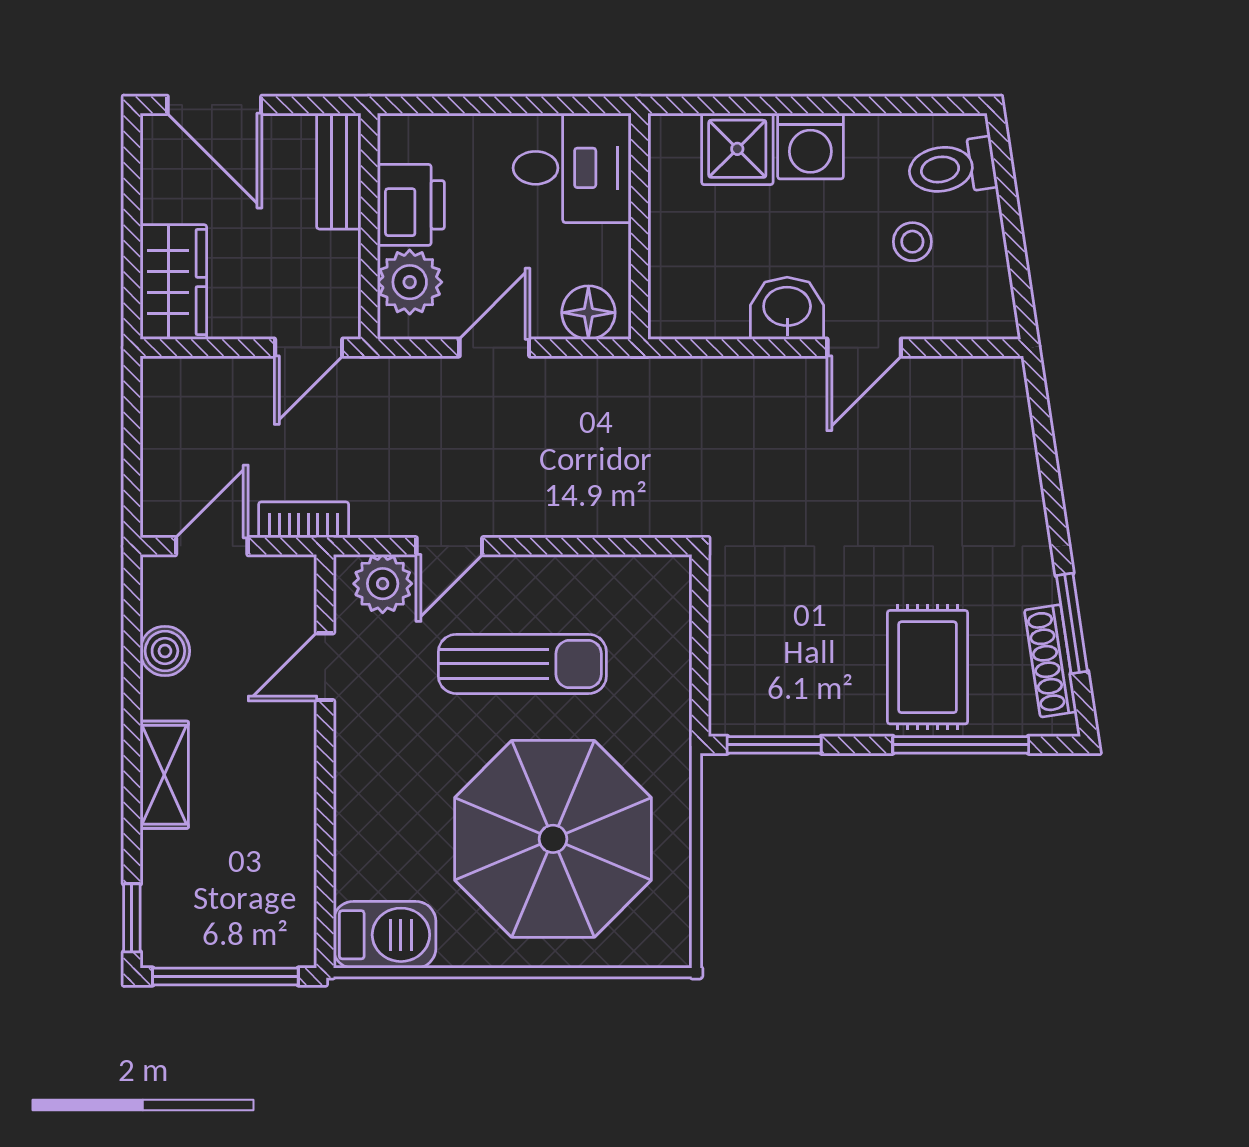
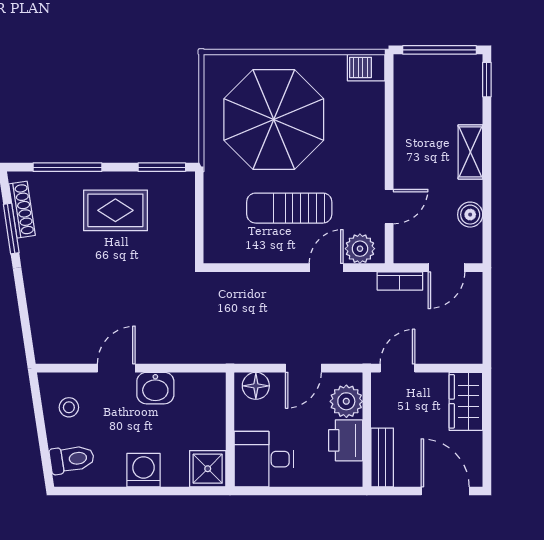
shower: (737, 149) -> (208, 469), moved
stool: (912, 242) -> (69, 407), moved
rug: (928, 667) -> (115, 210), moved, turned 90
barbecue: (385, 935) -> (366, 67), width x0.73, depth x0.79

